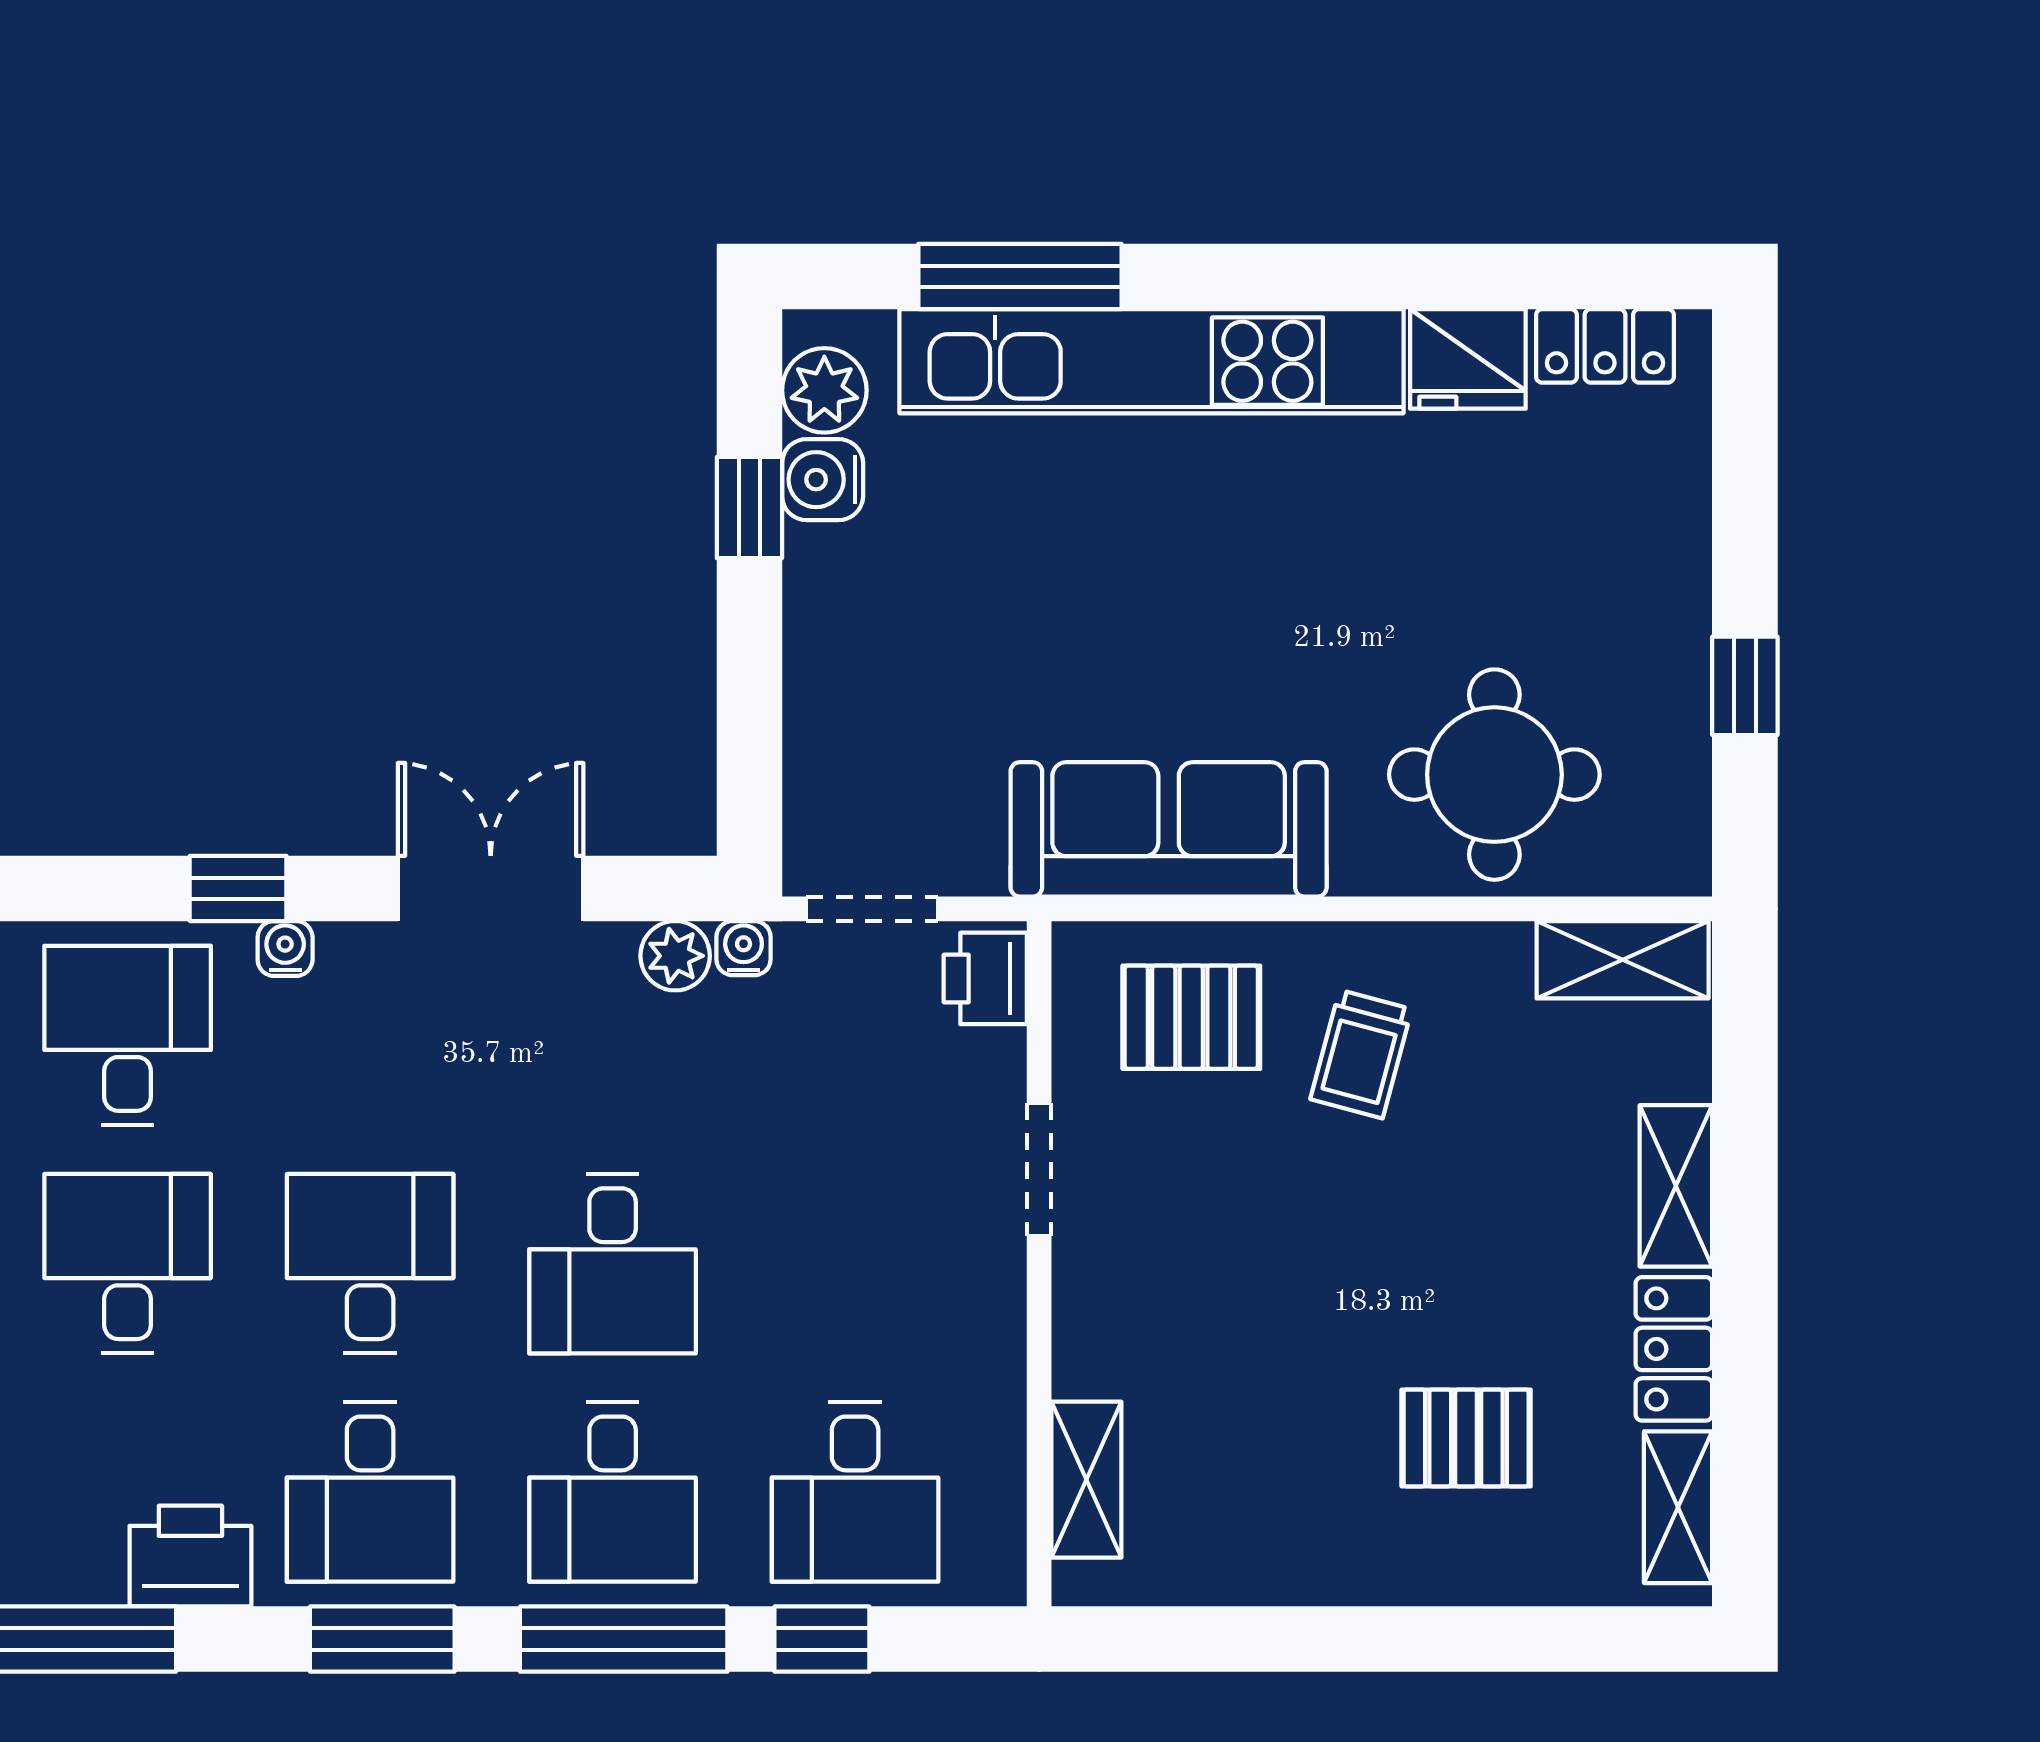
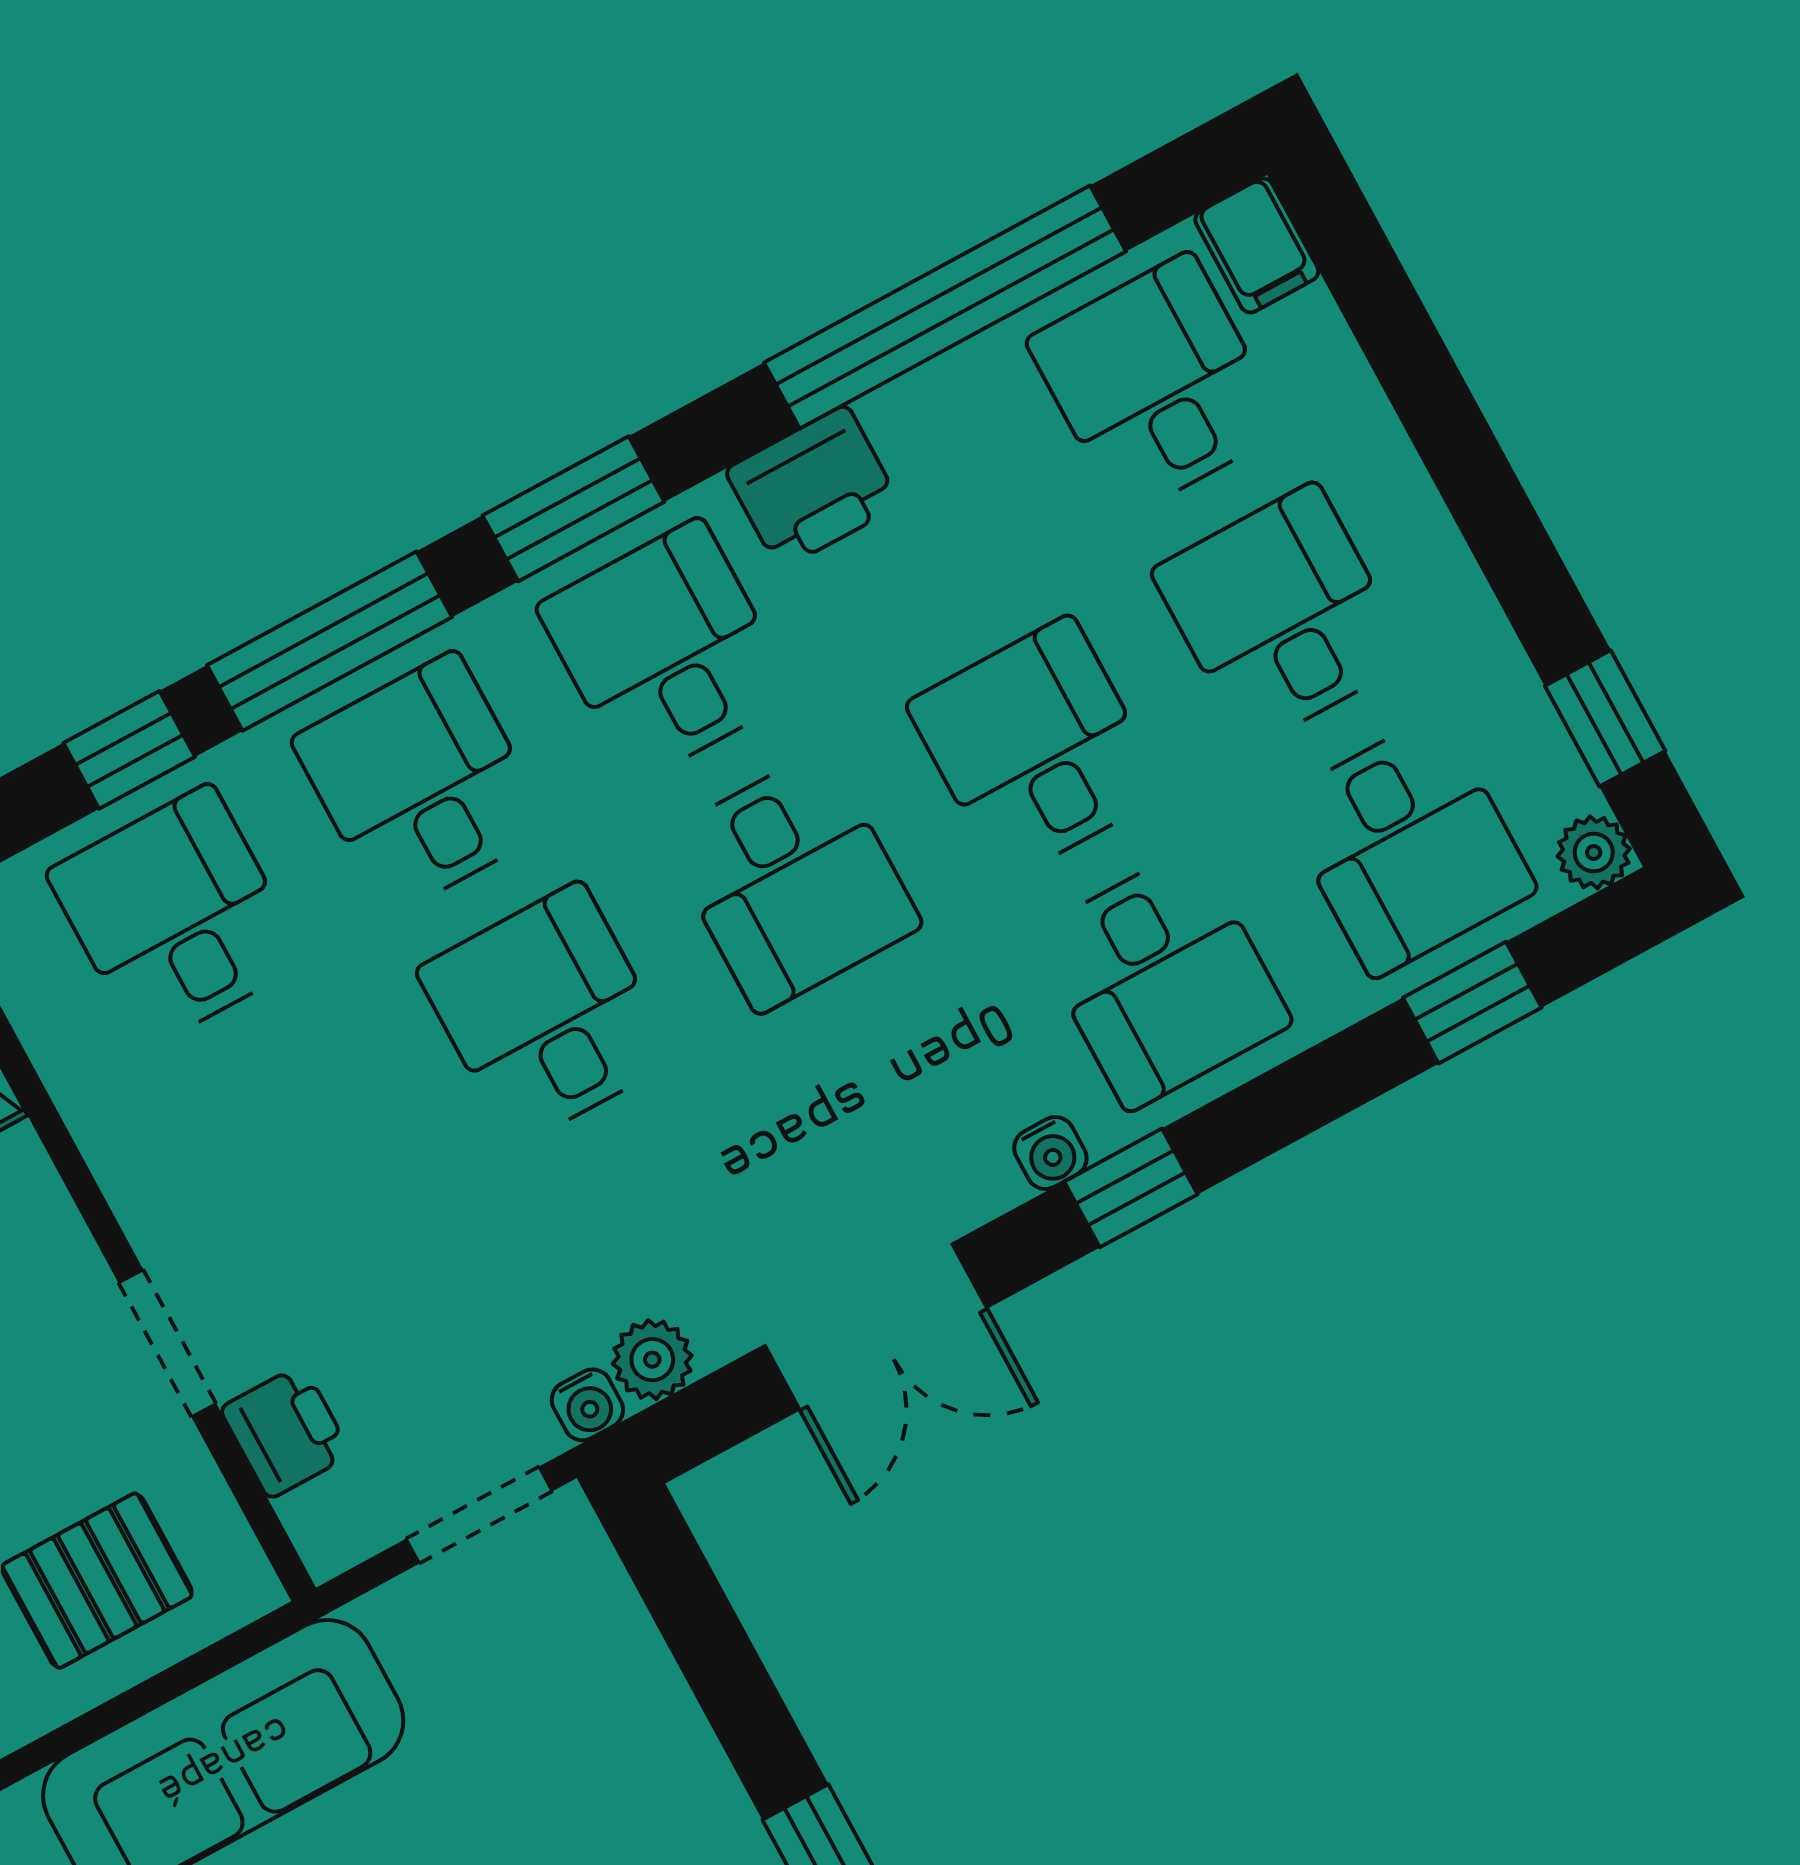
printer: (985, 978) -> (286, 1431), moved
desk: (128, 1264) -> (1037, 748), turned 180

